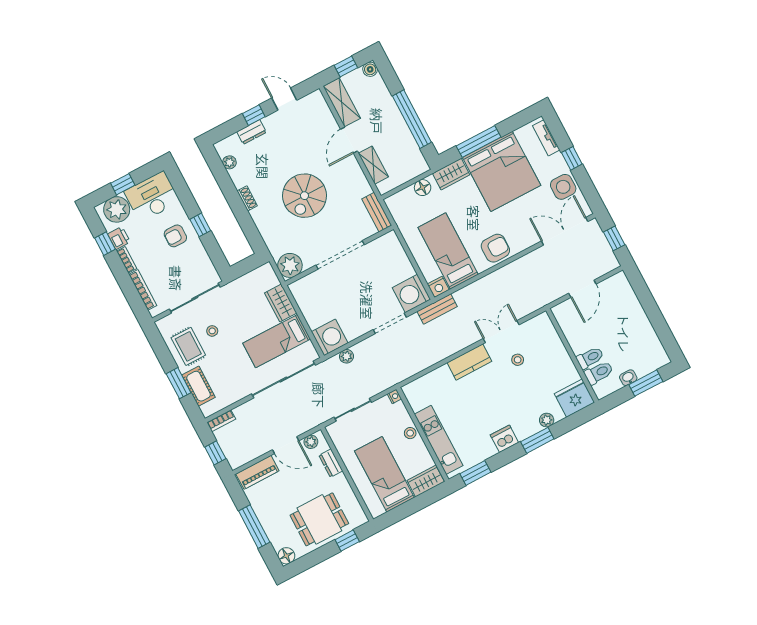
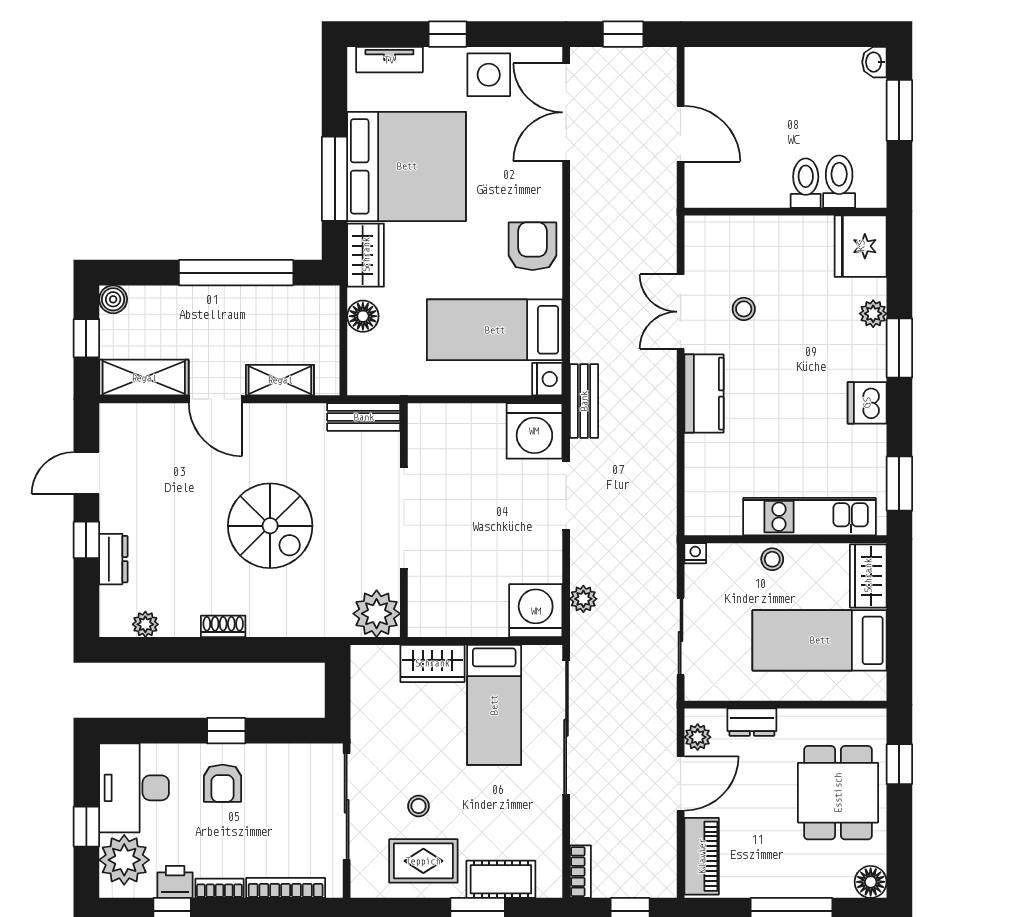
washbasin: (628, 378) -> (874, 62), moved

